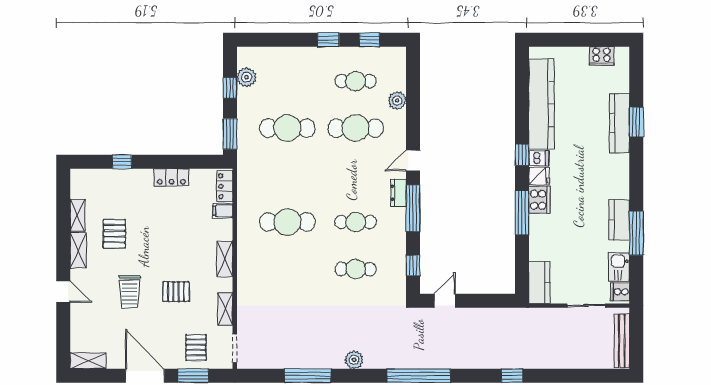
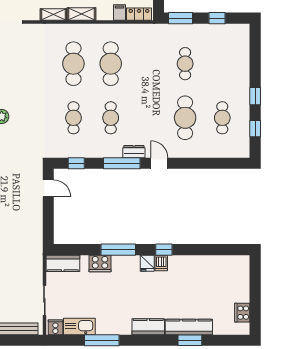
plant: (246, 77) -> (225, 31), removed
plant: (397, 100) -> (207, 151), removed
kitchen counter: (541, 104) -> (204, 265), removed
cafe table: (287, 128) -> (185, 64), width x0.73, depth x0.74
cooker: (539, 200) -> (100, 263), moved
kitchen counter: (619, 220) -> (148, 327), moved
kitchen sink: (619, 267) -> (79, 326), width x1.38
cafe table: (287, 269) -> (73, 64), added
shelving: (225, 309) -> (53, 15), moved

